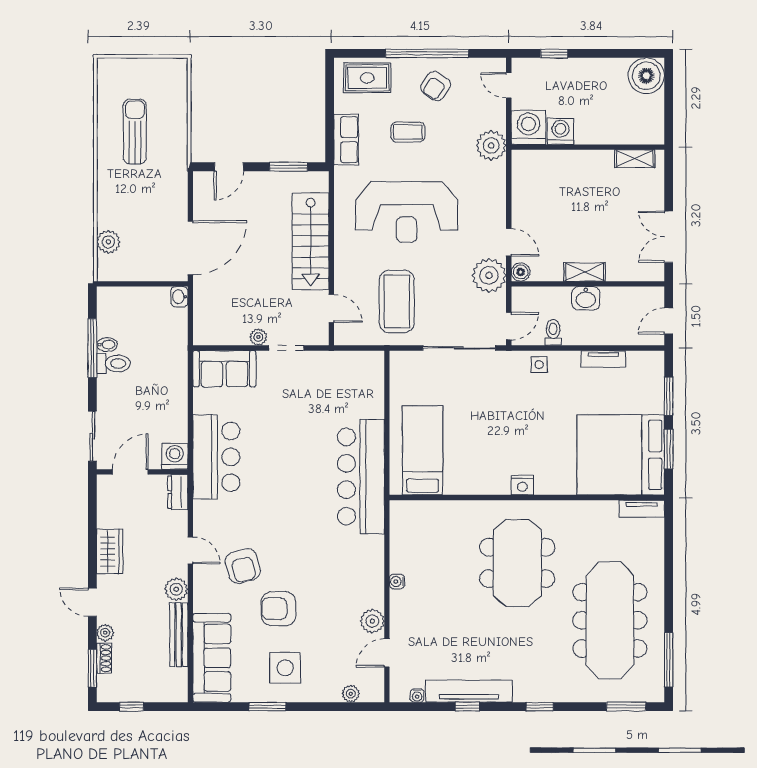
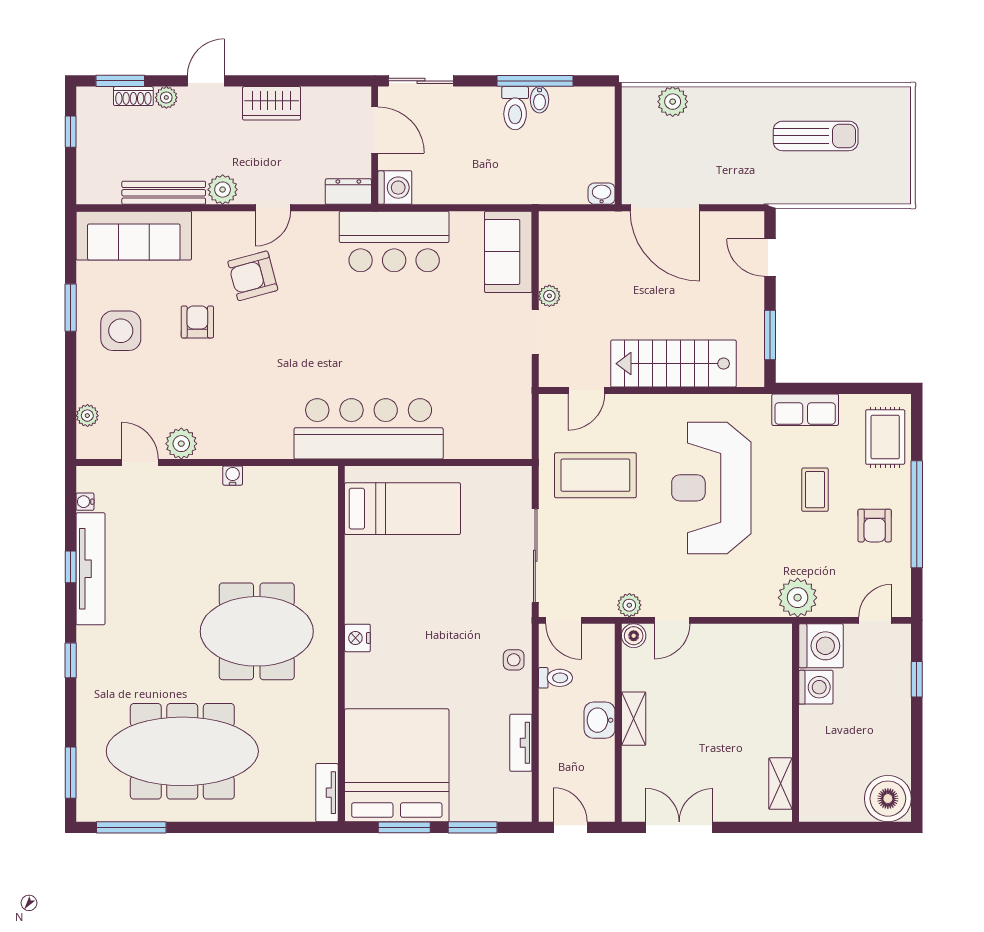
armchair: (436, 86) -> (875, 526), turned -124
plant: (489, 275) -> (629, 605), width x0.53, depth x0.53
armchair: (278, 609) -> (197, 322), width x0.72, depth x0.72

